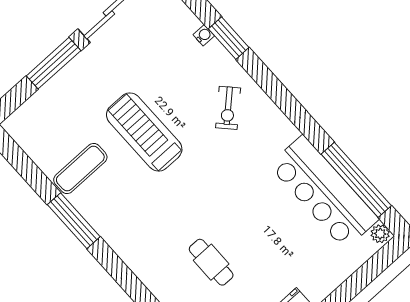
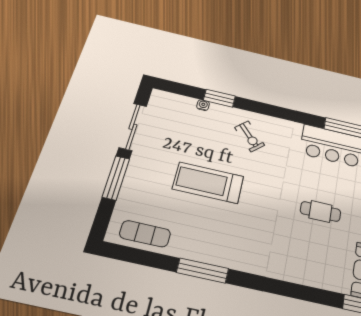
exercise mat: (80, 169) -> (145, 234), moved, turned 90
cafe table: (211, 262) -> (320, 211), moved

